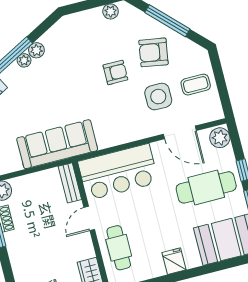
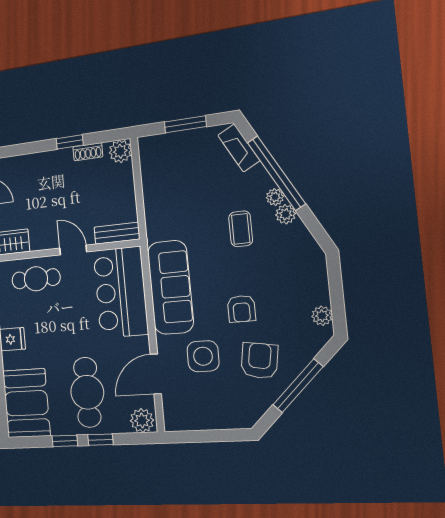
coffee table: (196, 85) -> (241, 229), moved
sofa: (57, 144) -> (170, 287), moved

